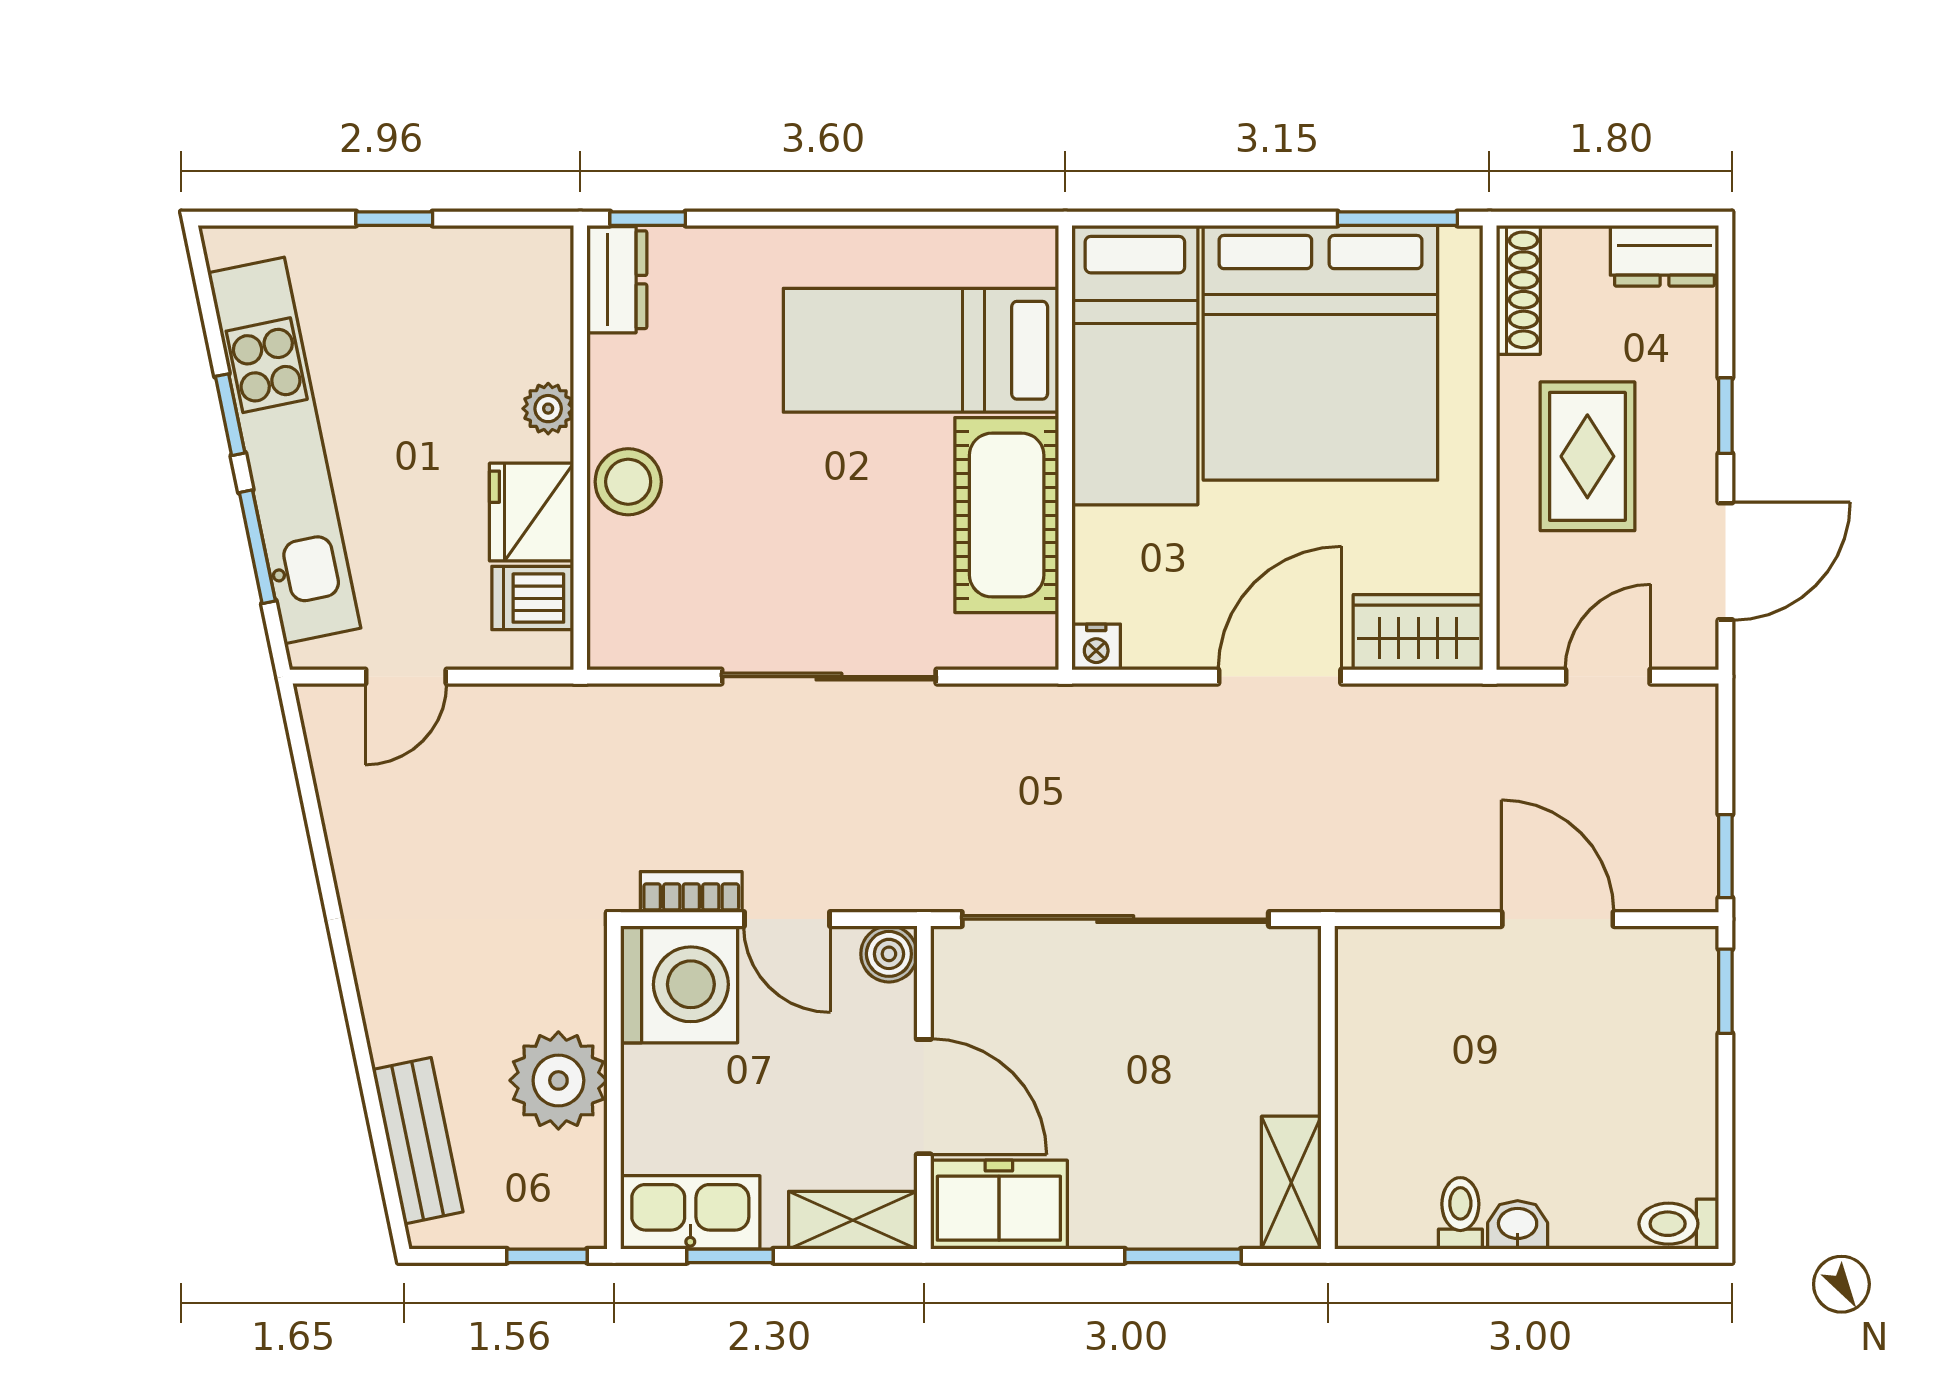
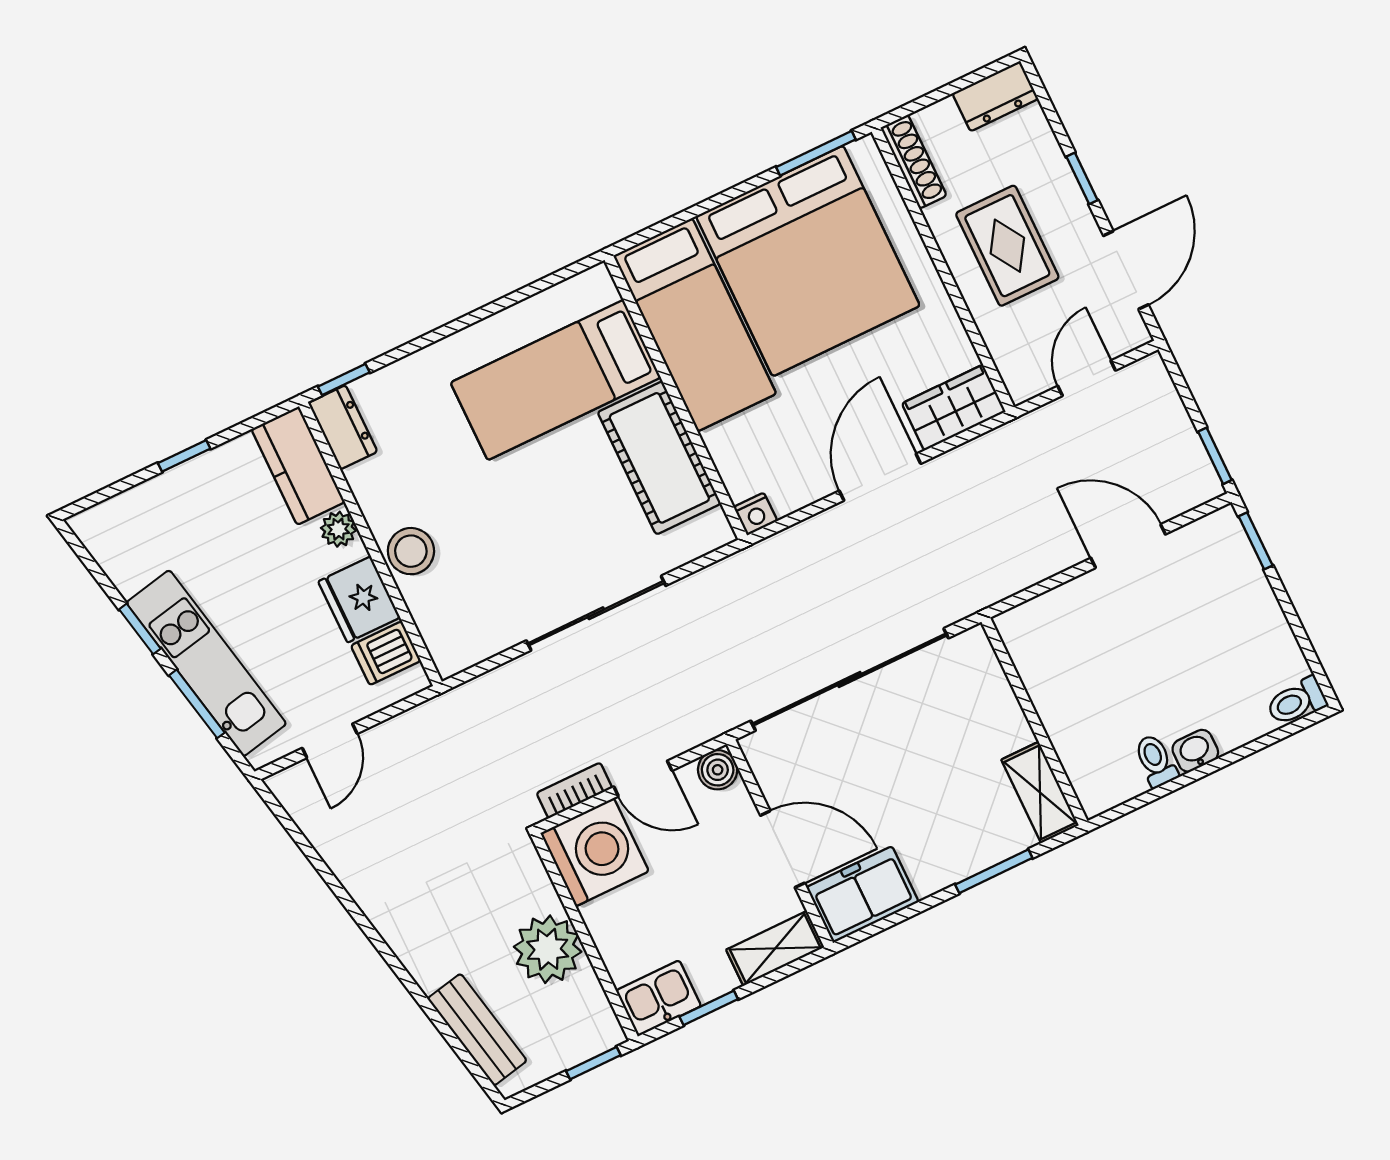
kitchen counter: (535, 302) -> (298, 466), added
kitchen unit: (284, 450) -> (206, 663), width x0.73
kitchen sink: (690, 1212) -> (659, 998), width x0.73

